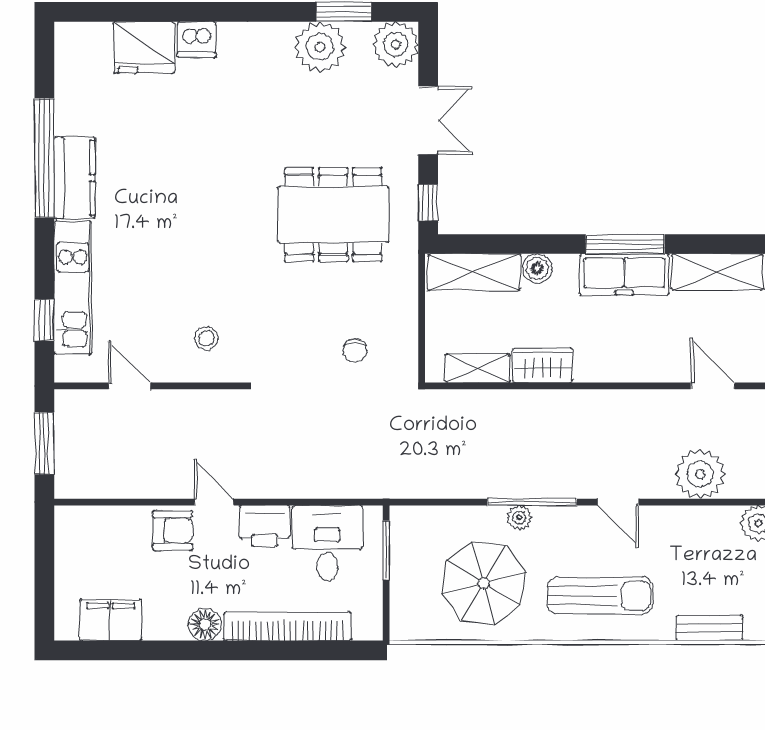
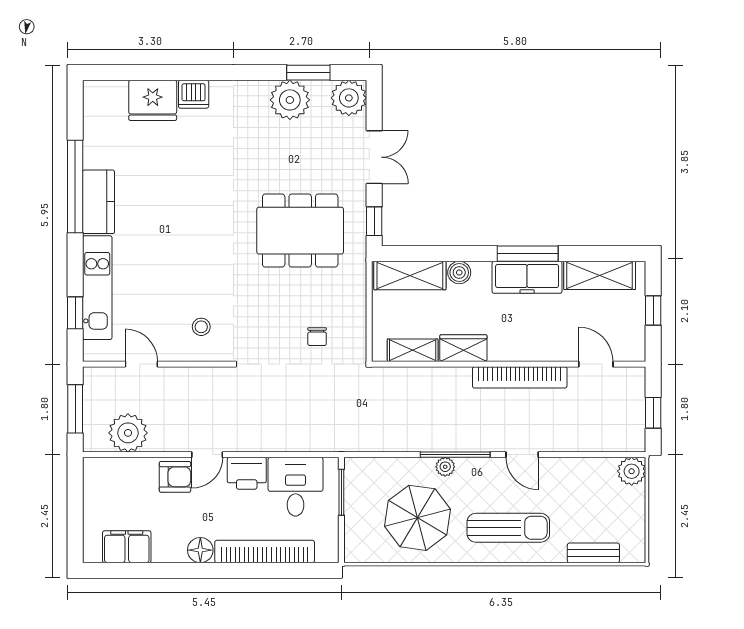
bookcase: (615, 403) -> (520, 377), added
plant: (700, 474) -> (128, 433), moved
door: (214, 502) -> (207, 455), swing flipped

